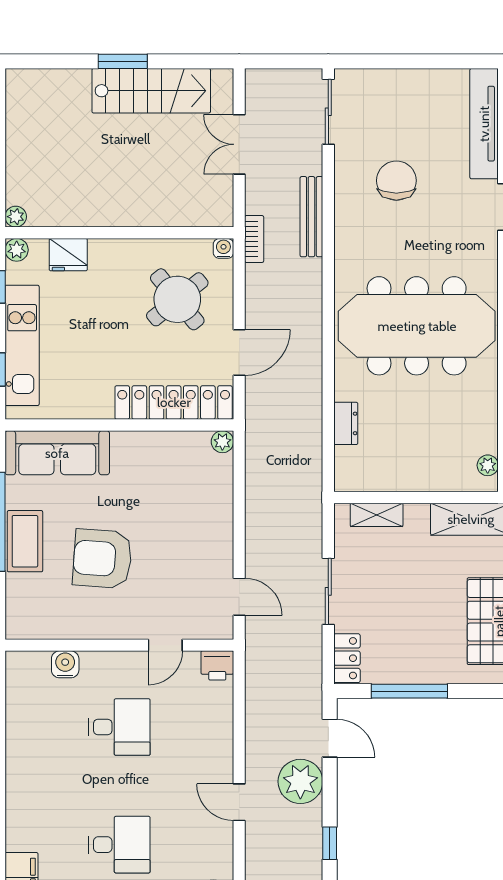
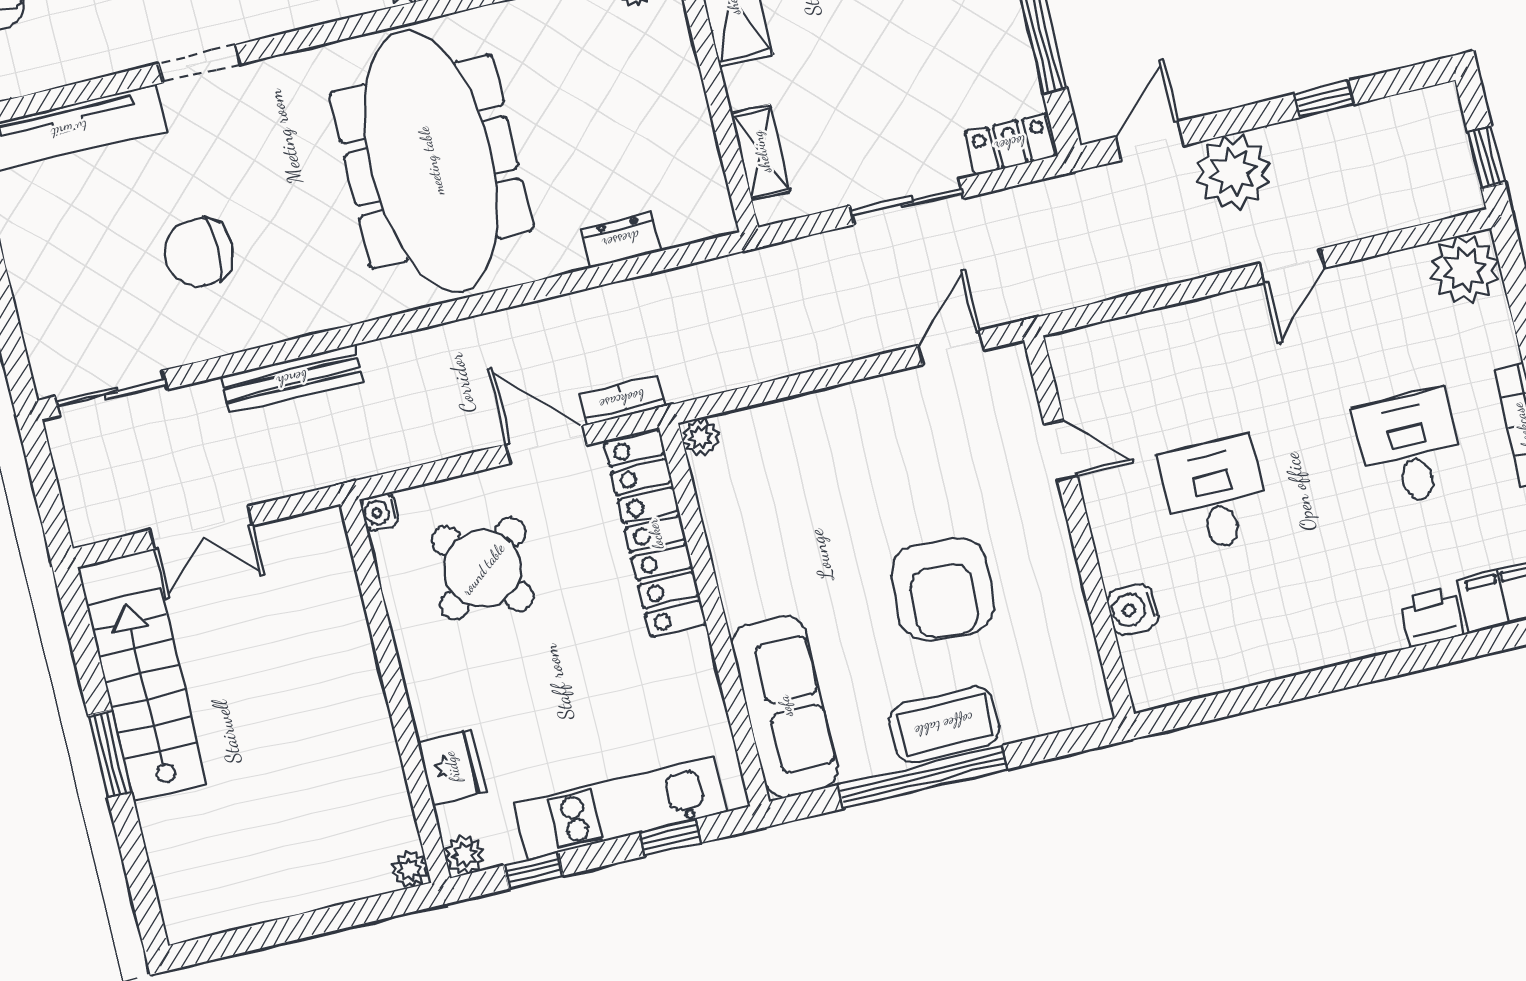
bookcase: (254, 239) -> (622, 400), moved
printer: (217, 665) -> (1432, 617), moved, turned -90

